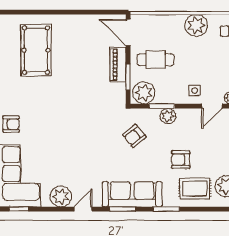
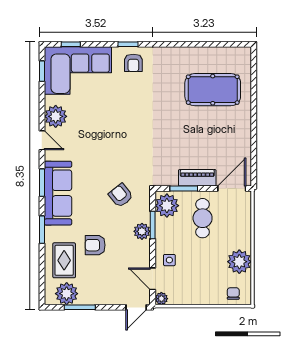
armchair: (181, 160) -> (95, 245), turned -90

